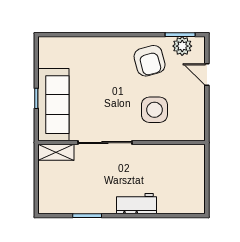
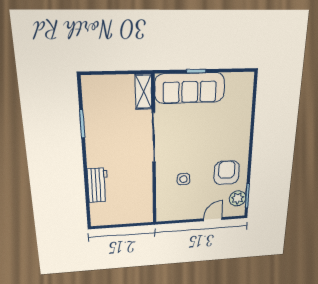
armchair: (150, 61) -> (227, 173), turned 105
side table: (154, 110) -> (184, 179), width x0.54, depth x0.54
workbench: (136, 204) -> (98, 185), moved

